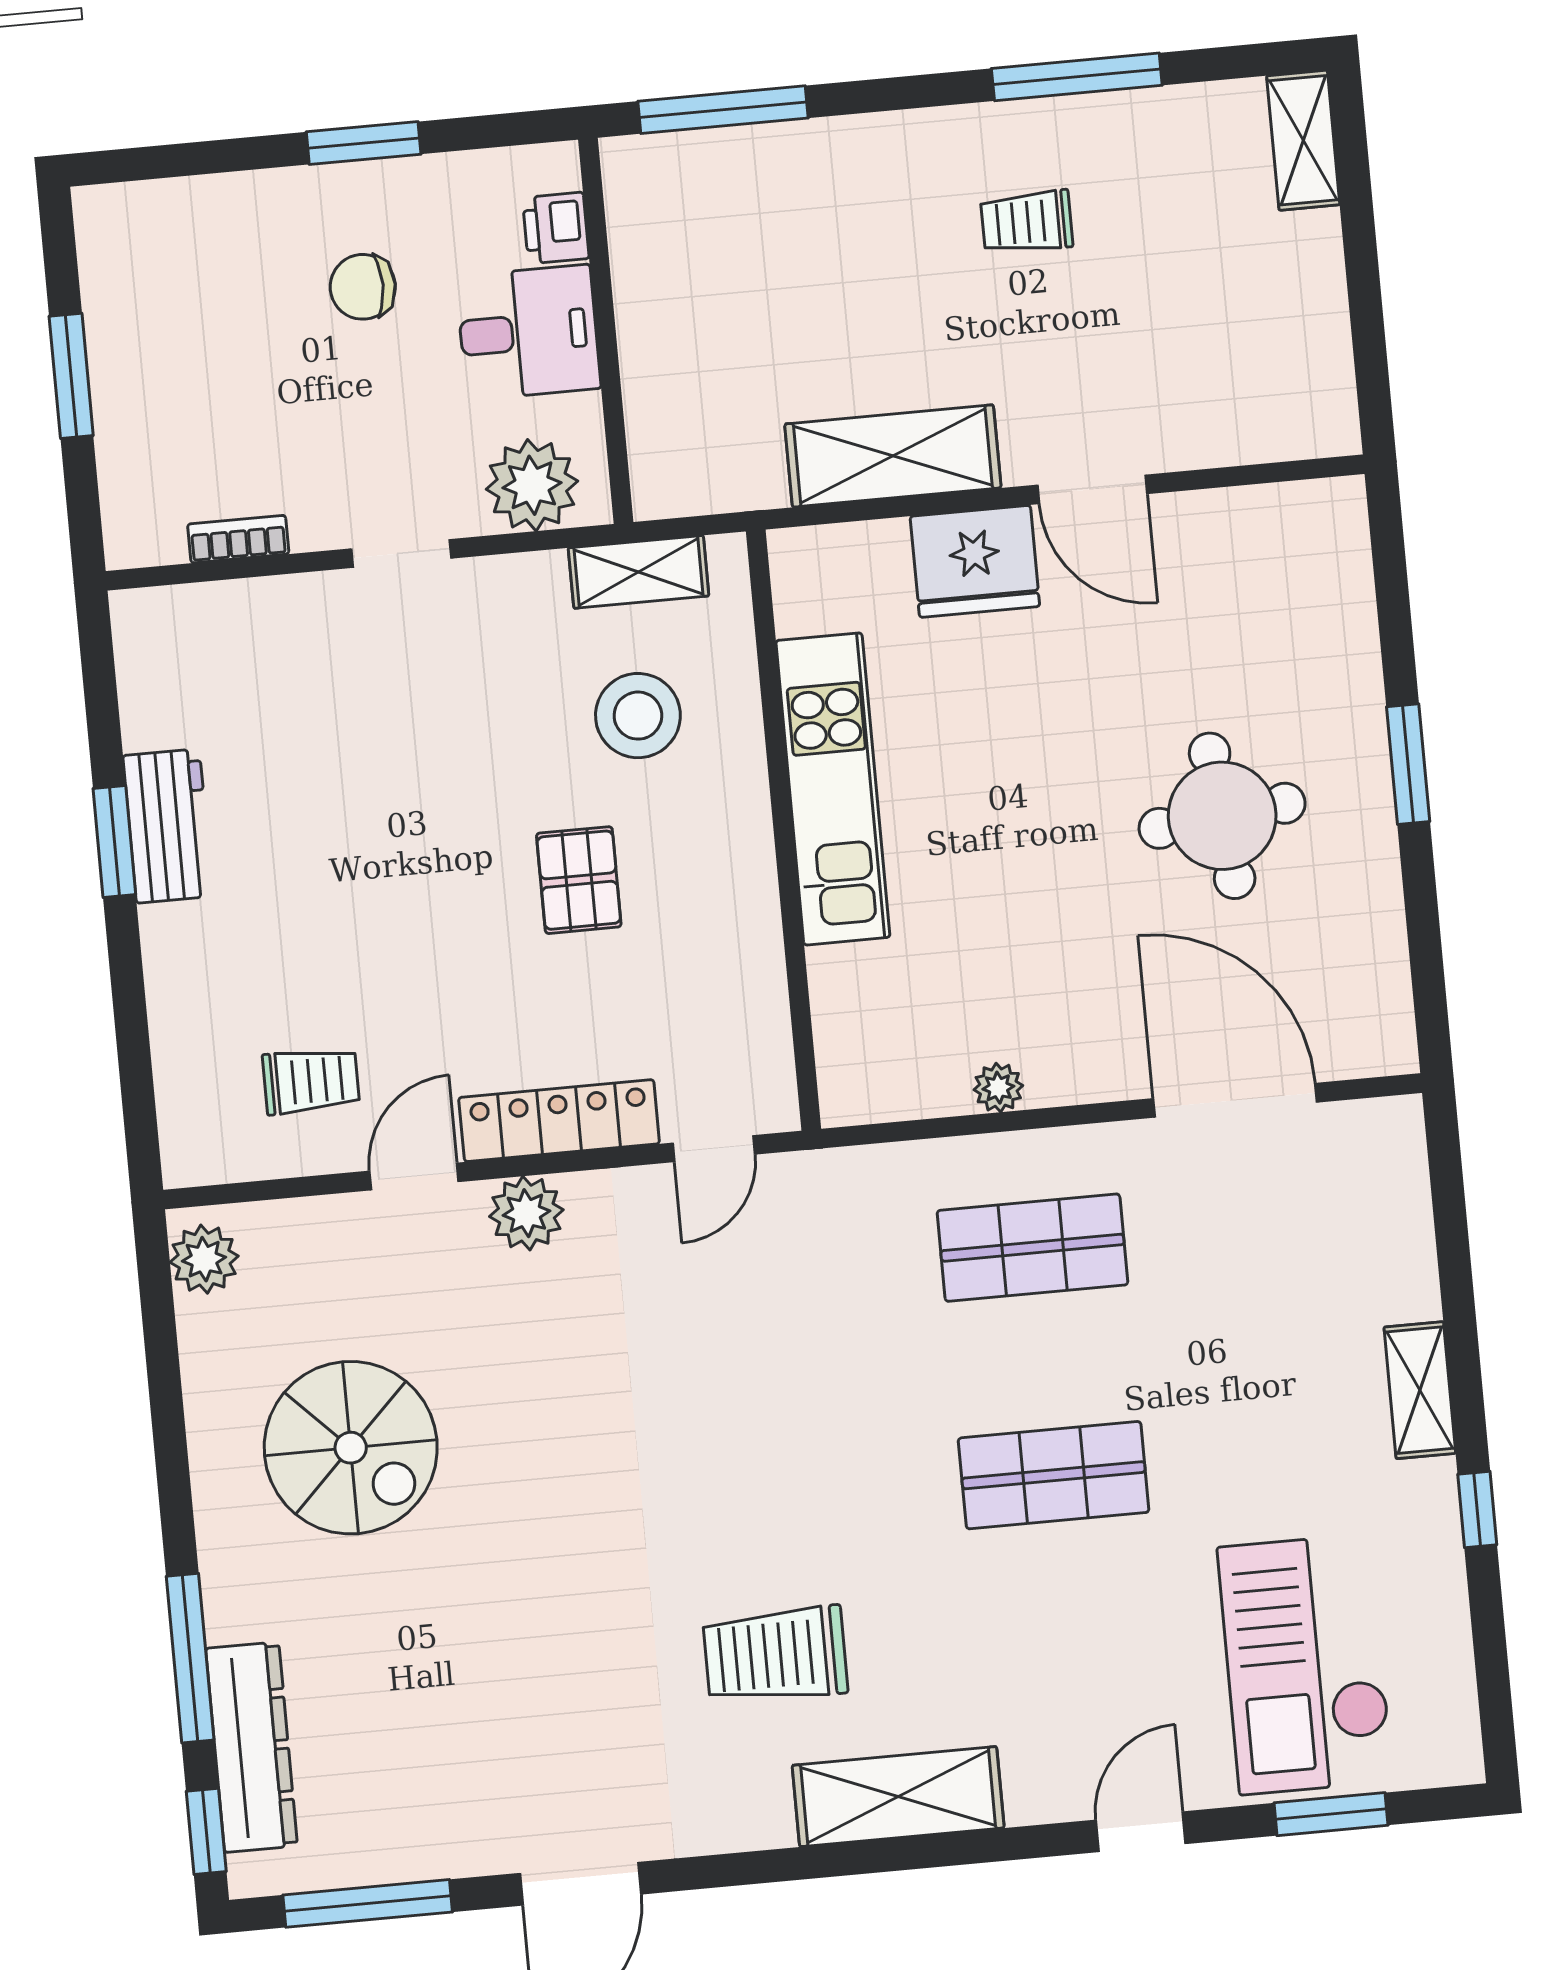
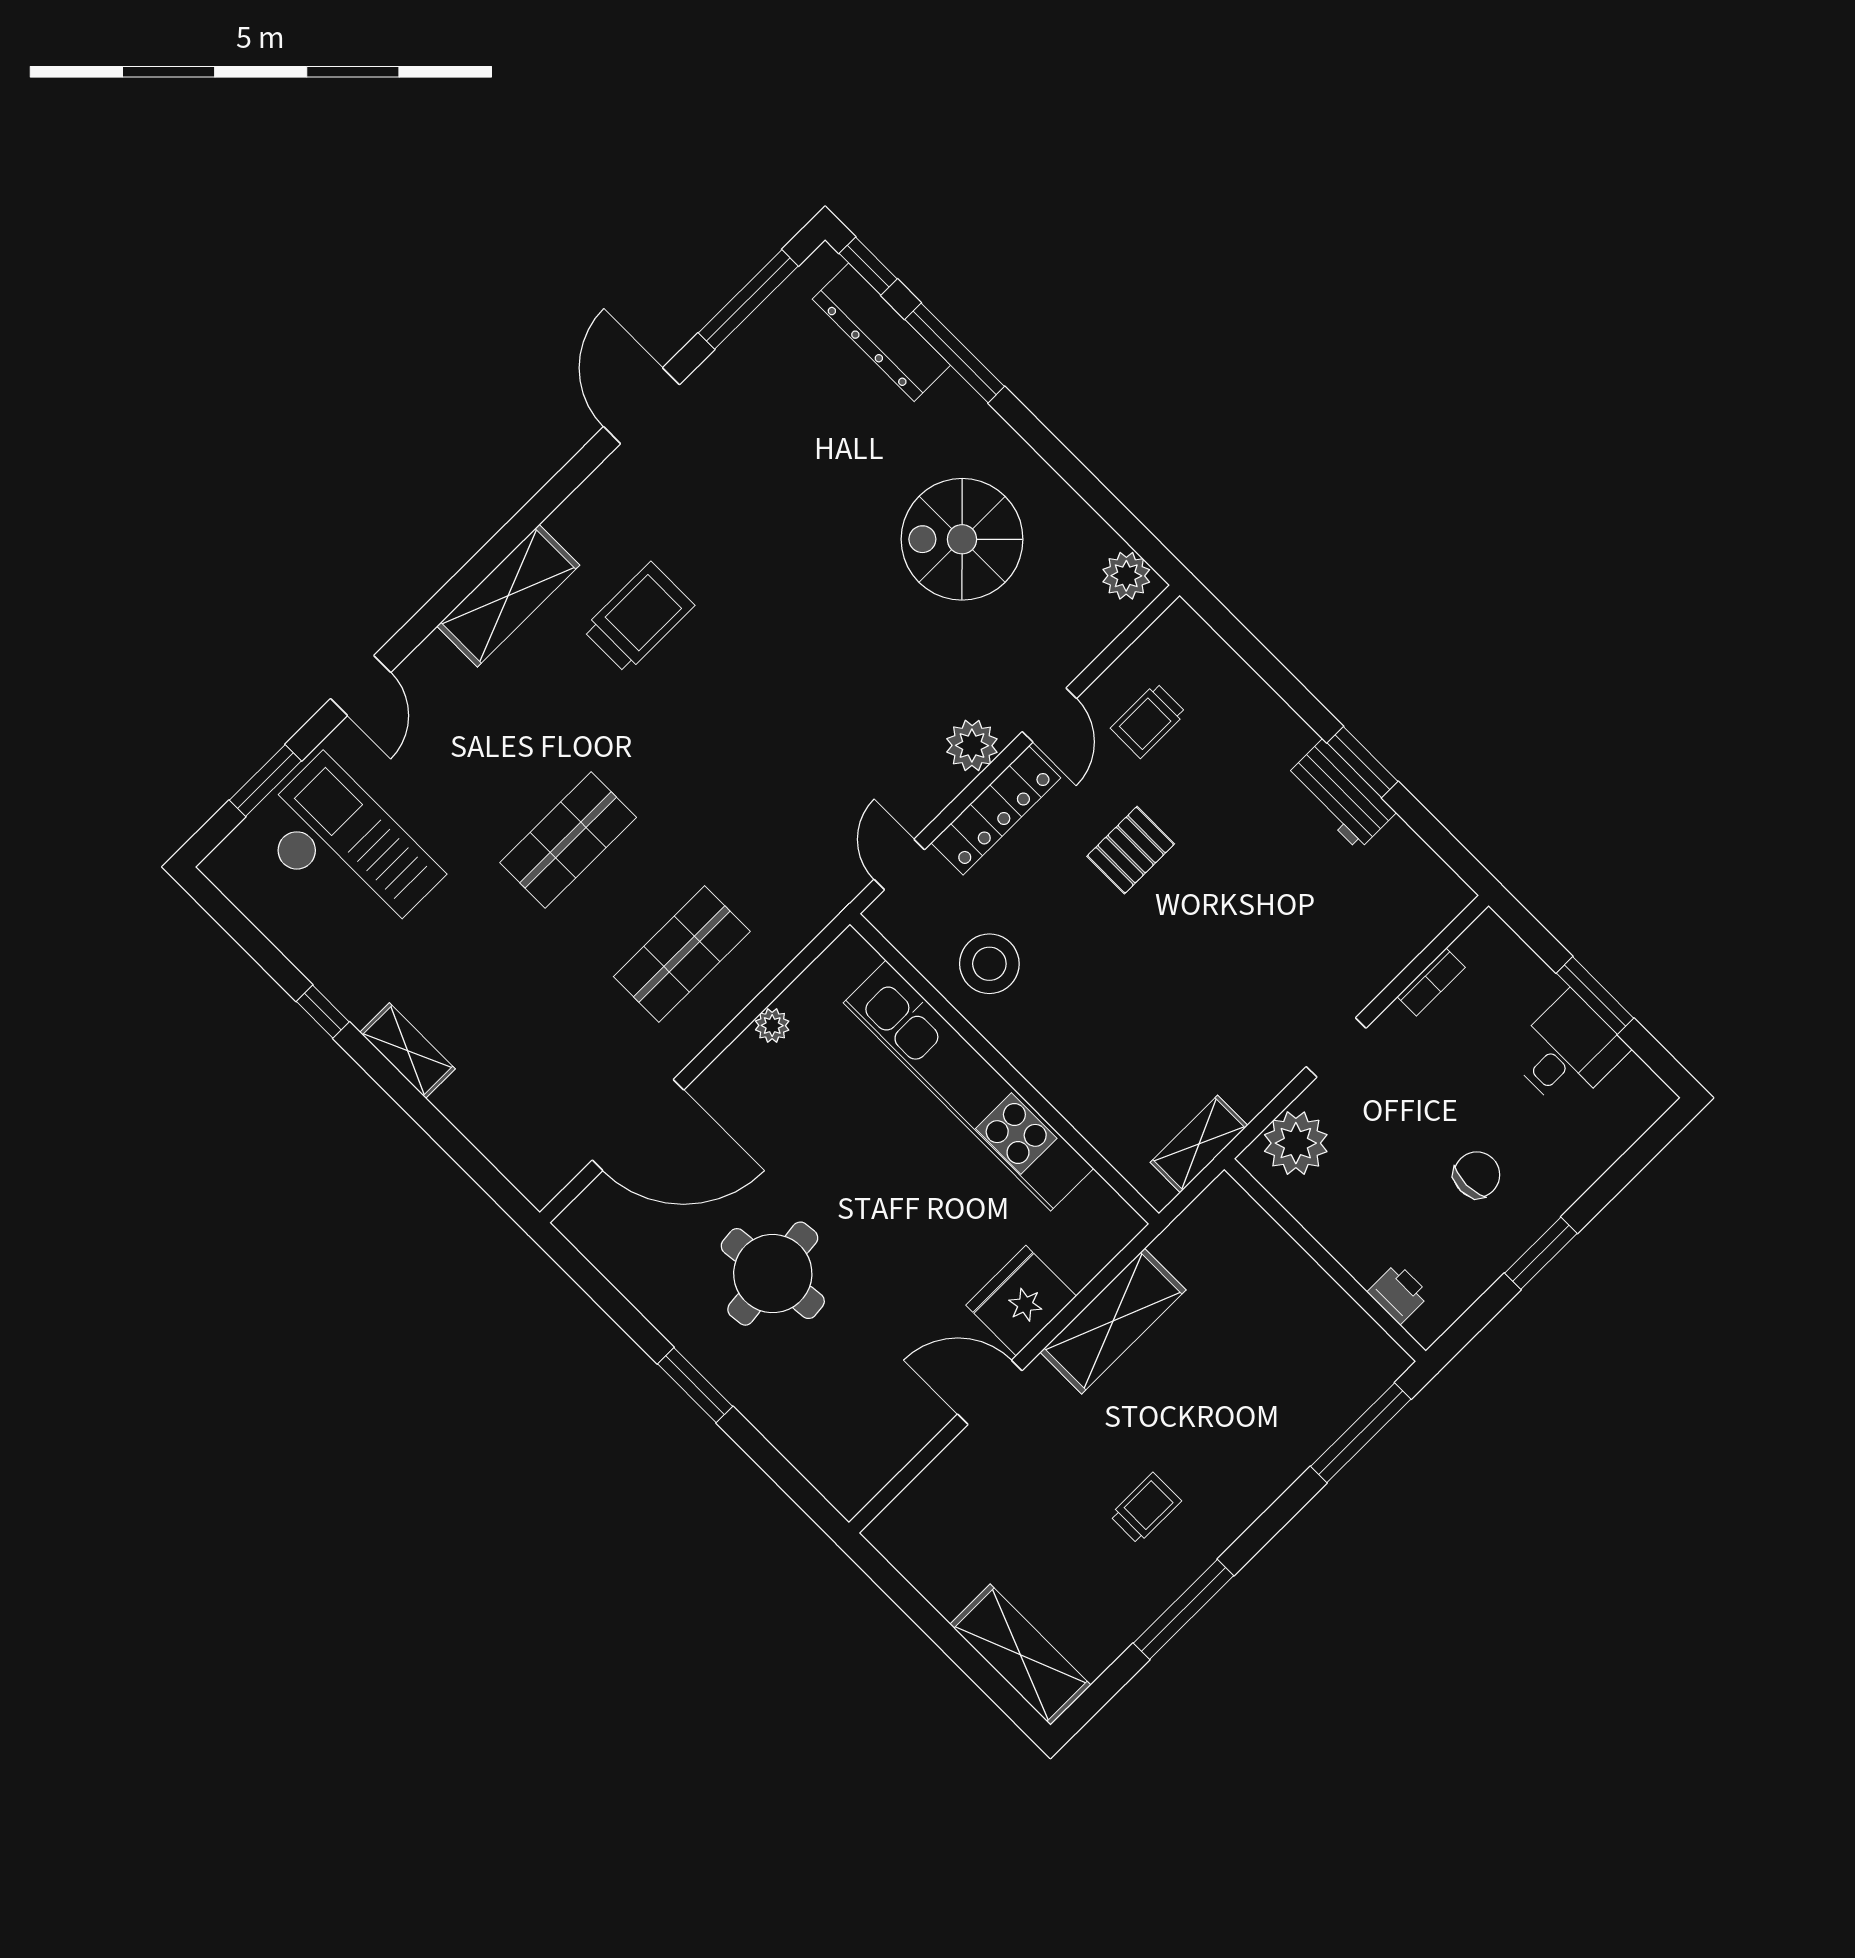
shelving: (1303, 140) -> (1020, 1655), width x1.50, depth x1.33
desk: (528, 332) -> (1568, 1052), moved, turned 180
stool: (638, 716) -> (989, 964), moved
kitchen unit: (833, 789) -> (968, 1086), width x1.36
pallet: (579, 880) -> (1131, 850), moved, turned 90

